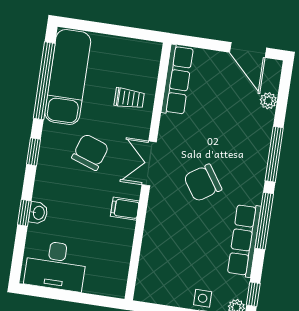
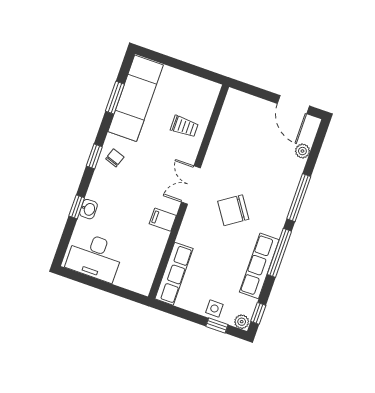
row of seats: (177, 80) -> (174, 274), moved
window: (44, 81) -> (115, 98), width x0.47
chair: (90, 152) -> (115, 158), moved, width x0.54, depth x0.54

